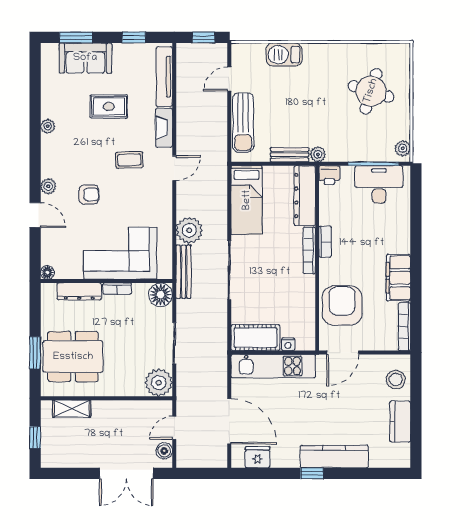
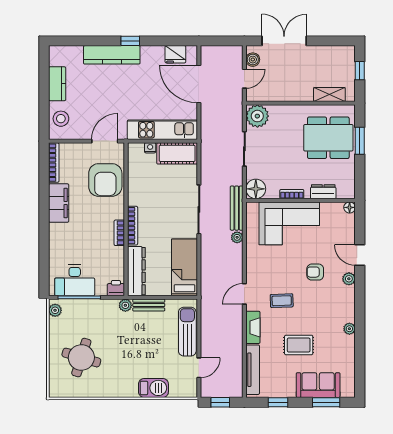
plant: (189, 230) -> (237, 237), width x0.53, depth x0.53
dresser: (79, 291) -> (323, 192), width x0.70

